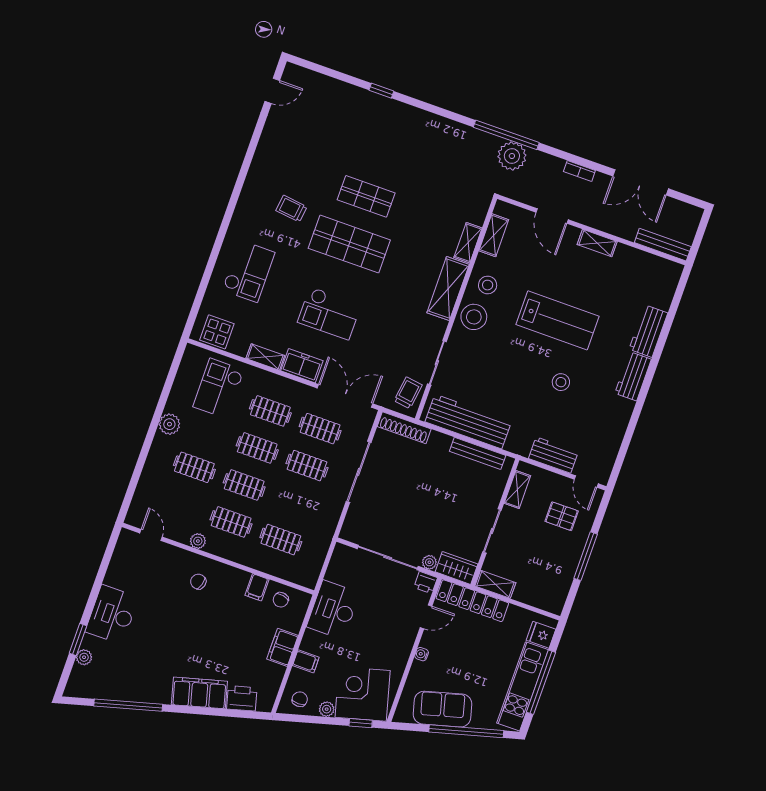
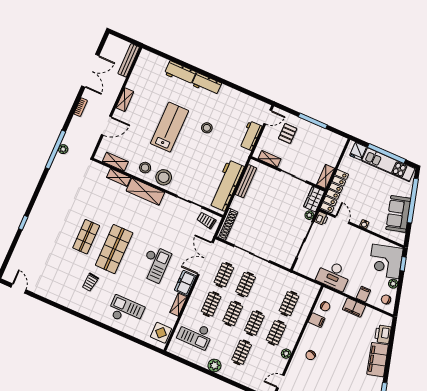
plant: (512, 156) -> (63, 149), width x0.53, depth x0.53

